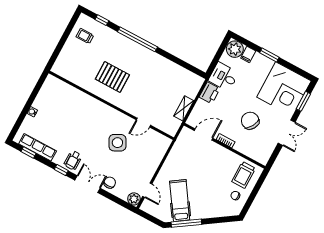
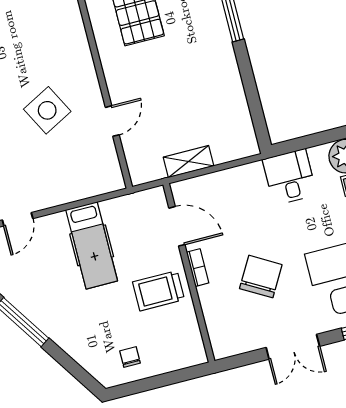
printer: (210, 93) -> (247, 178), removed
door: (143, 123) -> (112, 121), swing flipped
trolley: (244, 175) -> (159, 291), moved
hospital bed: (180, 201) -> (92, 245), moved, turned 124

